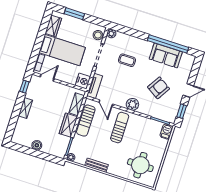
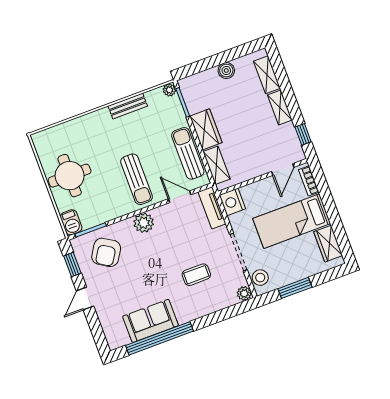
window: (74, 14) -> (295, 288), moved
armchair: (159, 88) -> (106, 252), moved
shelving: (19, 128) -> (267, 75), added
round table: (140, 165) -> (70, 176), moved

